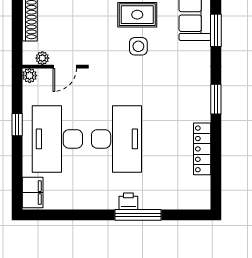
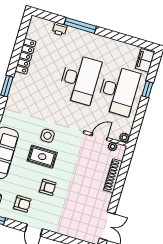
window: (17, 125) -> (147, 89), moved
desk: (116, 139) -> (80, 79), turned 180
printer: (128, 201) -> (60, 29), moved

